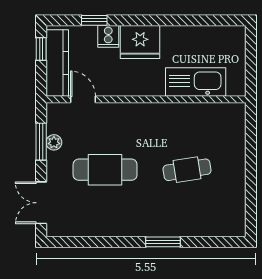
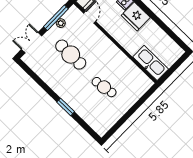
kitchen sink: (196, 82) -> (151, 63), moved
window: (41, 142) -> (56, 18), width x1.44

